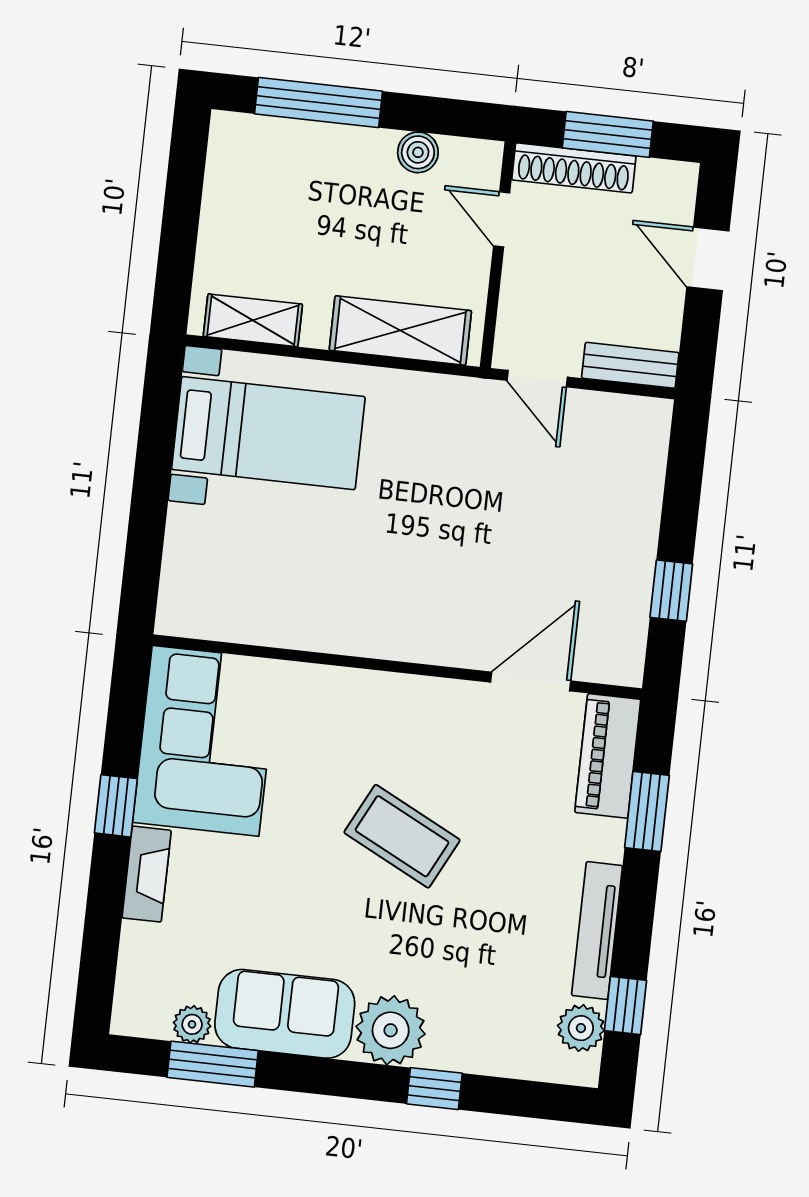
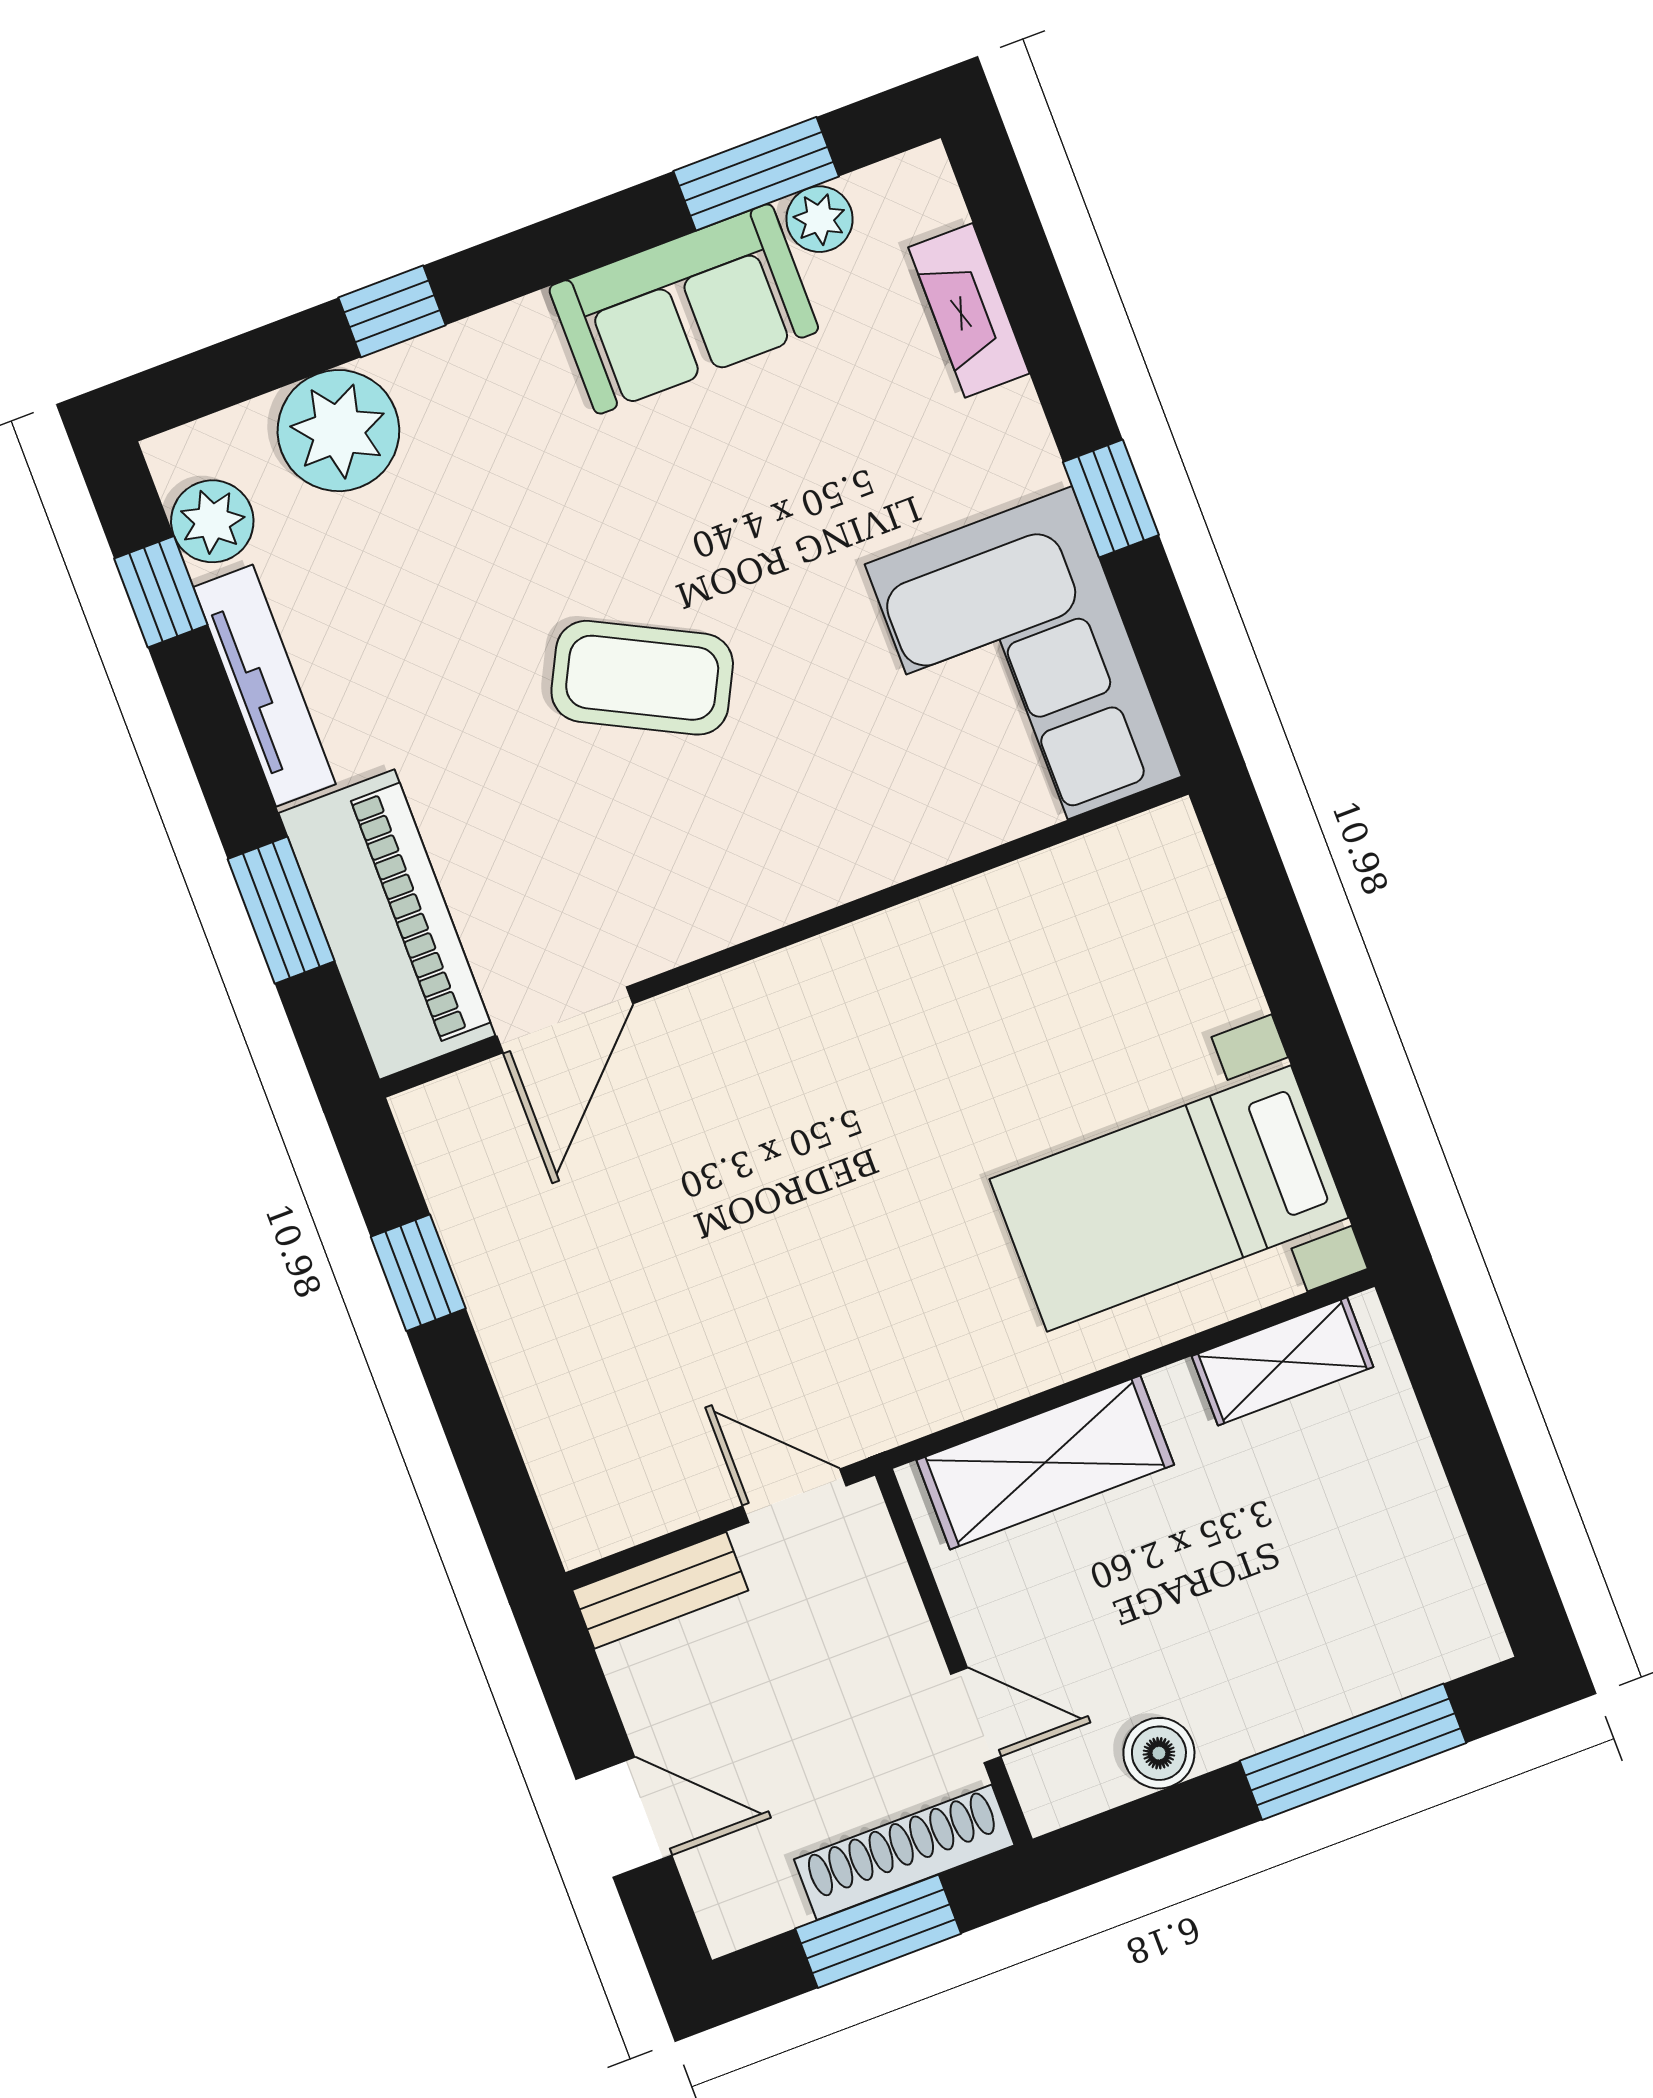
piano: (608, 756) -> (387, 924), width x1.37, depth x1.33
fireplace: (147, 874) -> (969, 310), moved
plant: (391, 1030) -> (338, 431), moved

